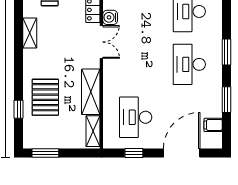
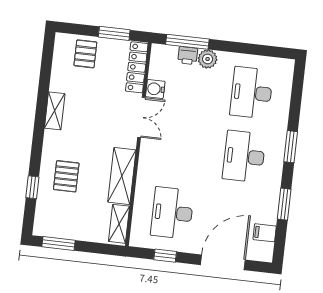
shelving: (30, 33) -> (55, 111), moved
pallet: (45, 97) -> (66, 176), width x0.67, depth x0.71

